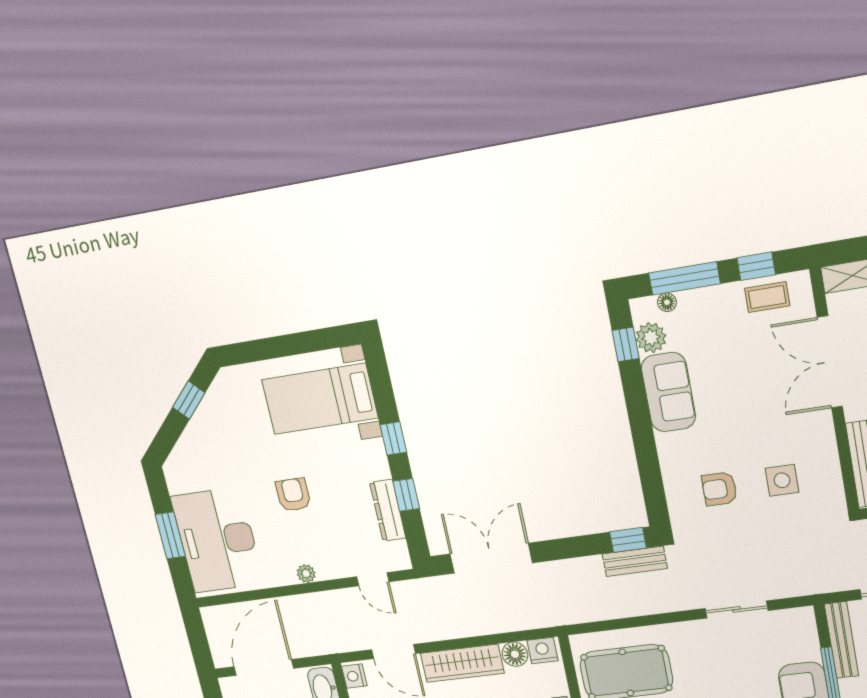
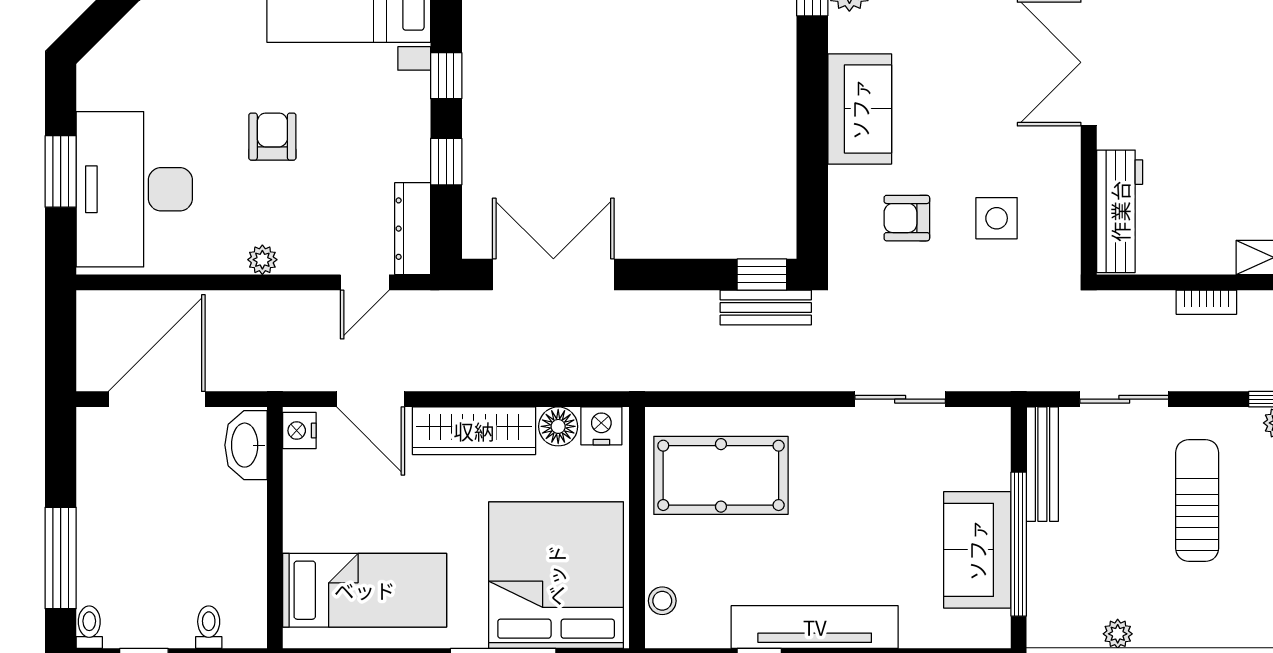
sofa: (668, 392) -> (860, 109), moved
dresser: (388, 510) -> (413, 229), moved
door: (373, 579) -> (365, 282), hinge flipped

